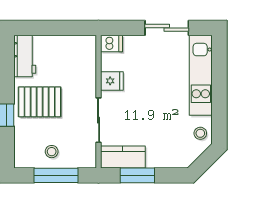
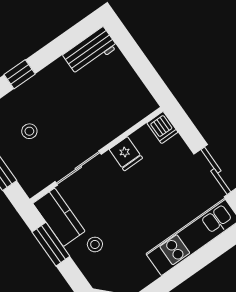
pallet: (40, 102) -> (55, 97), removed
stool: (200, 133) -> (95, 244), moved
stool: (52, 152) -> (29, 131), moved

